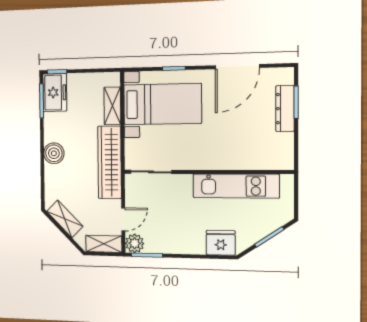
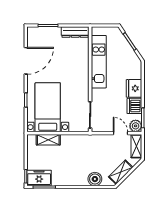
door: (237, 67) -> (26, 61), hinge flipped
dresser: (285, 109) -> (75, 32), moved
boiler: (54, 153) -> (95, 179), moved
wardrobe: (110, 162) -> (84, 142), removed
dishwasher: (165, 242) -> (134, 106), added
fridge: (221, 243) -> (134, 88), moved

